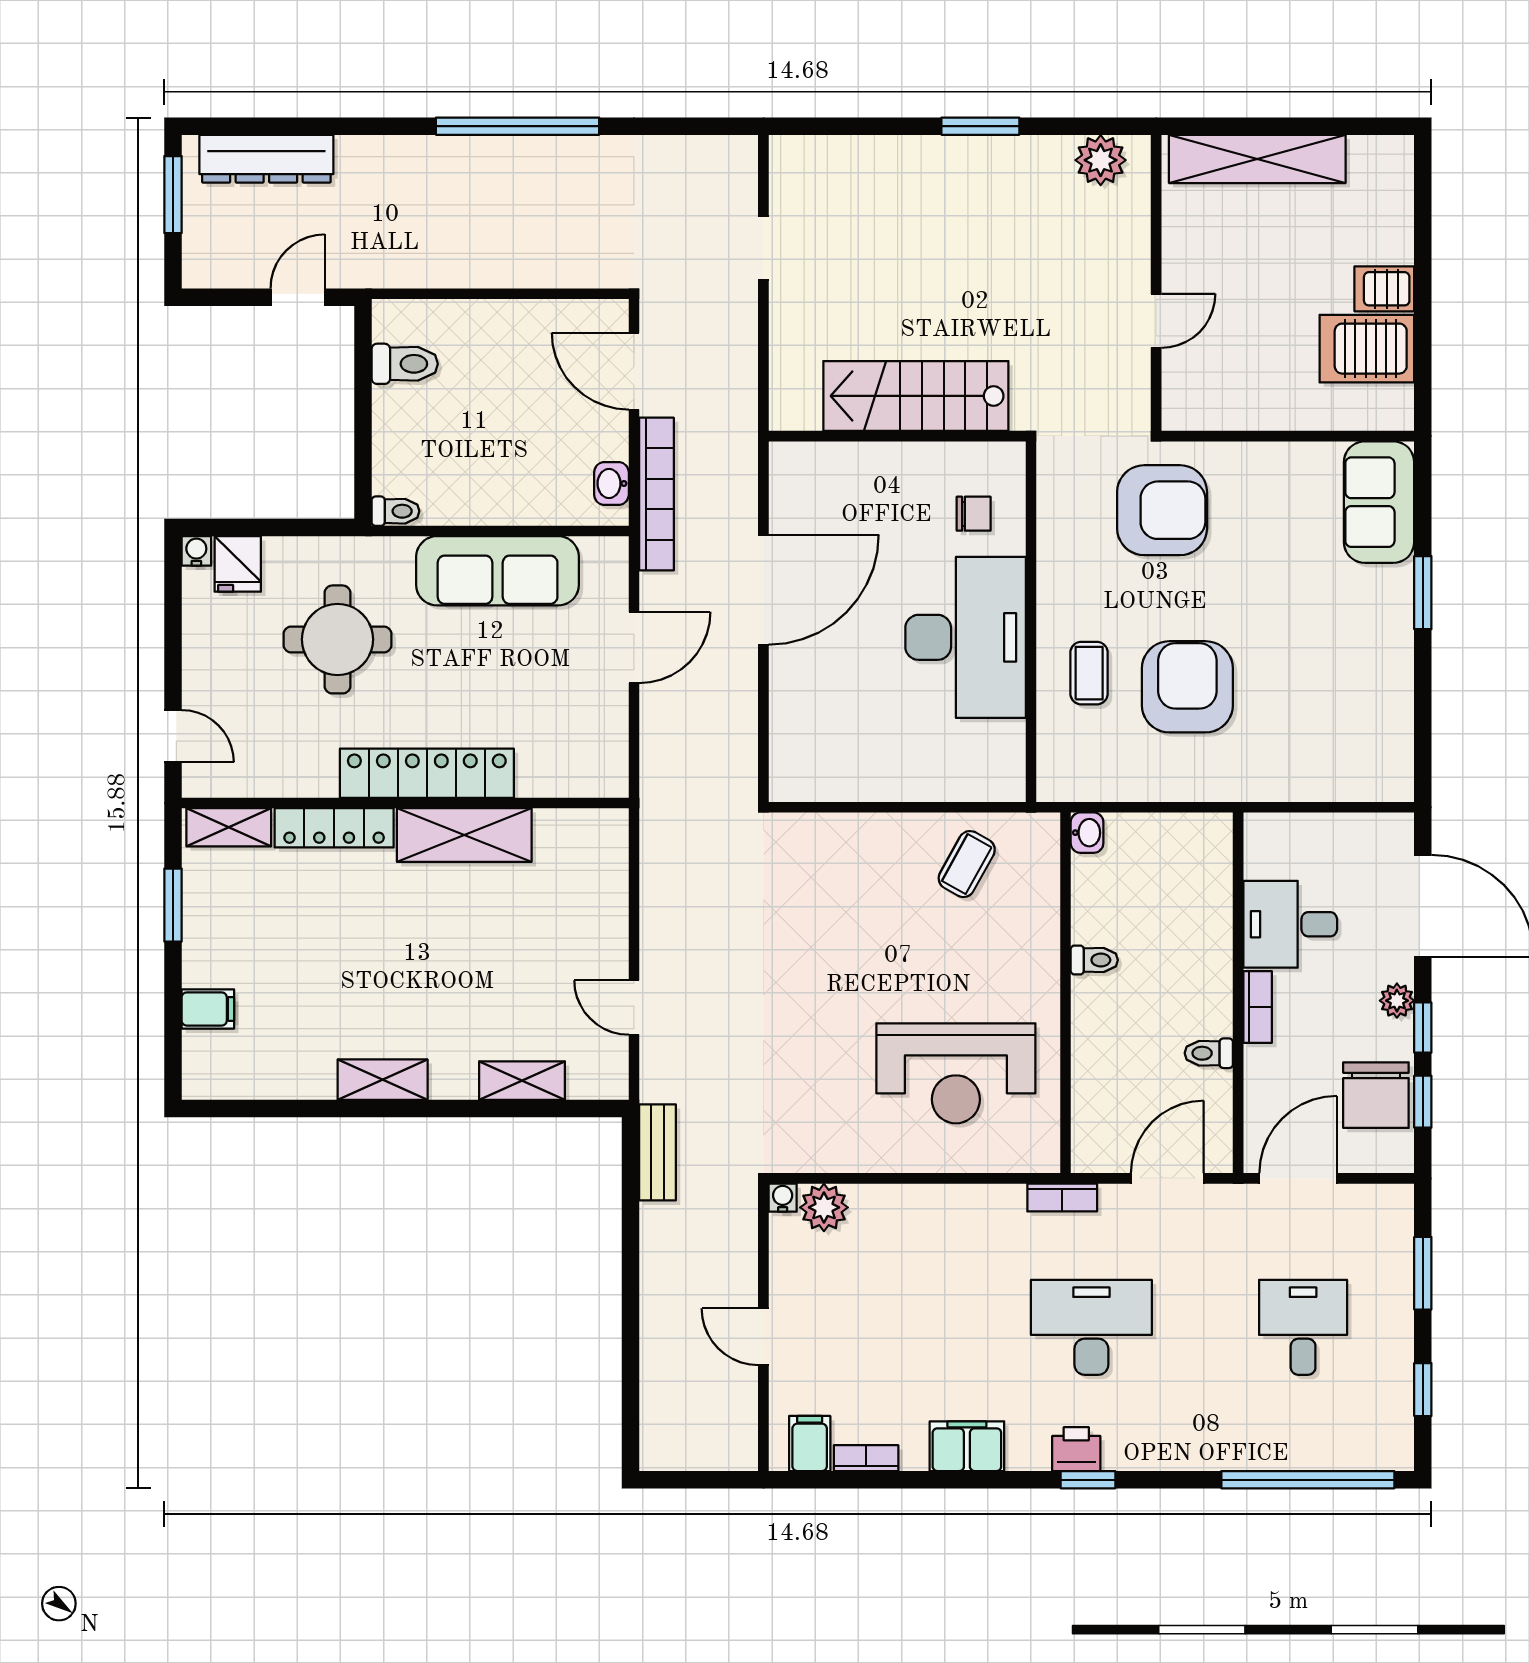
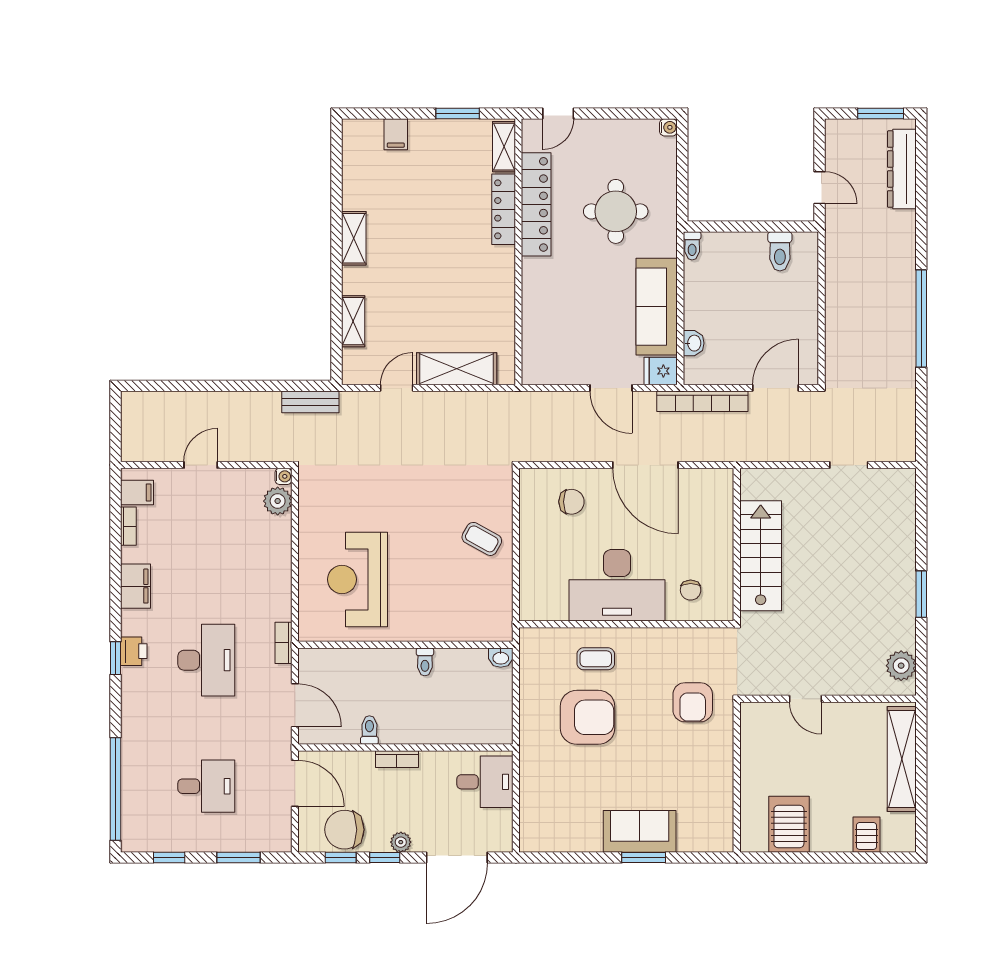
server rack: (1384, 289) -> (866, 835), moved
washbasin: (611, 483) -> (694, 343), moved, turned 90
sofa: (1379, 502) -> (640, 831), moved
armchair: (1162, 510) -> (693, 702), width x0.73, depth x0.73
fridge: (238, 564) -> (661, 371), moved
chair: (825, 714) -> (571, 502), added
locker: (427, 773) -> (536, 204), moved
shelving: (464, 835) -> (457, 369), moved, turned 90
coffee table: (967, 864) -> (482, 539), moved
desk: (1290, 924) -> (485, 782), moved, turned 90

